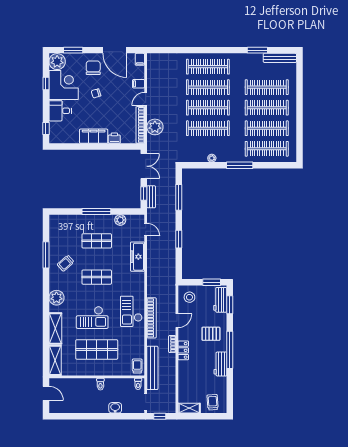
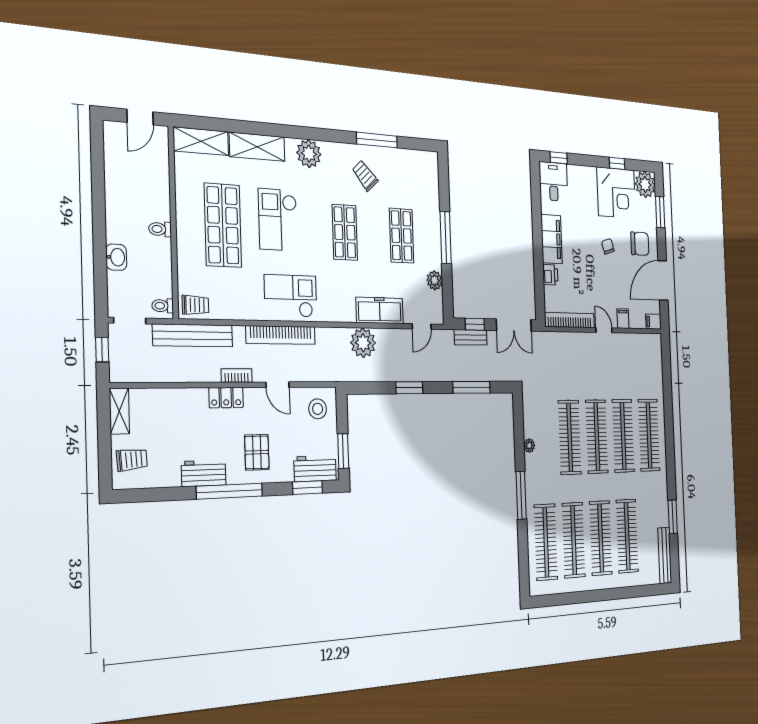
desk: (60, 111) -> (553, 182), moved
plant: (155, 127) -> (363, 343), moved

